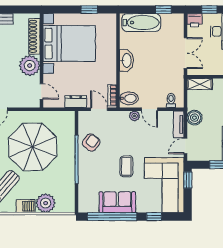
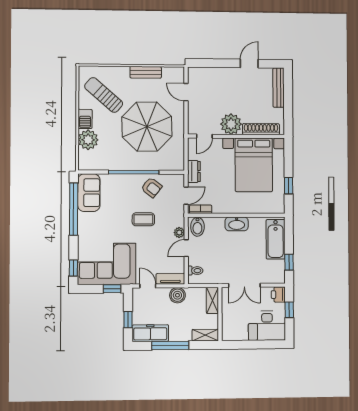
coffee table: (126, 166) -> (143, 219), moved
sofa: (117, 202) -> (89, 193), moved
window: (154, 217) -> (73, 268), moved

